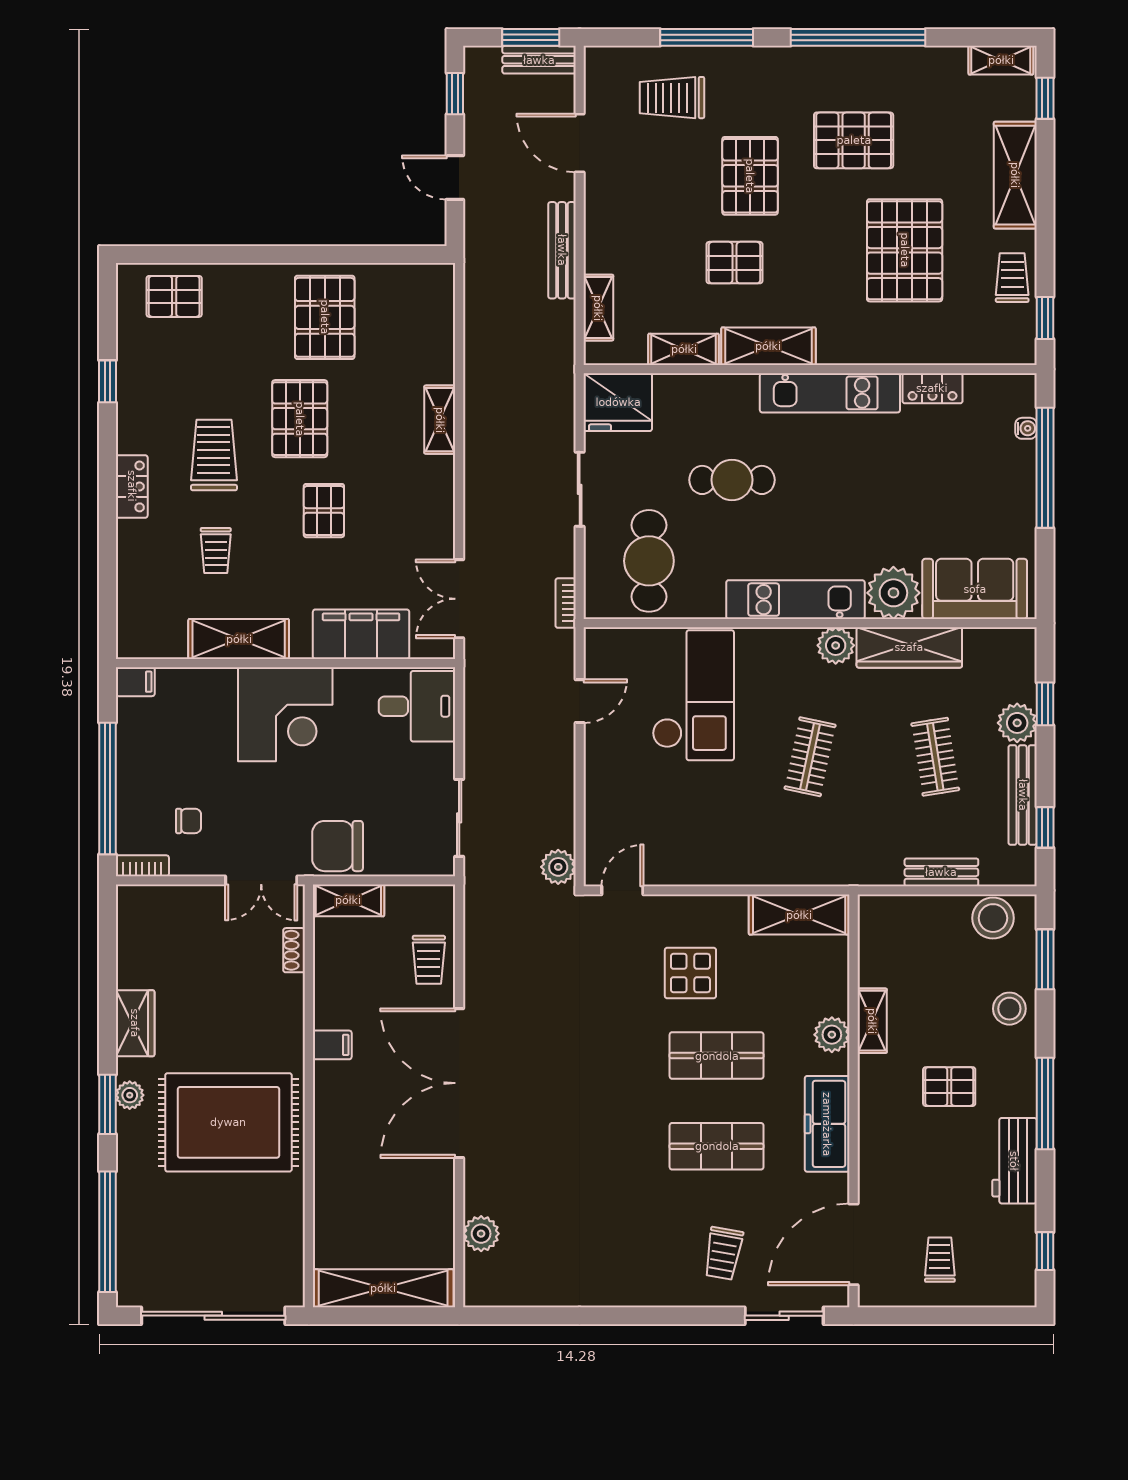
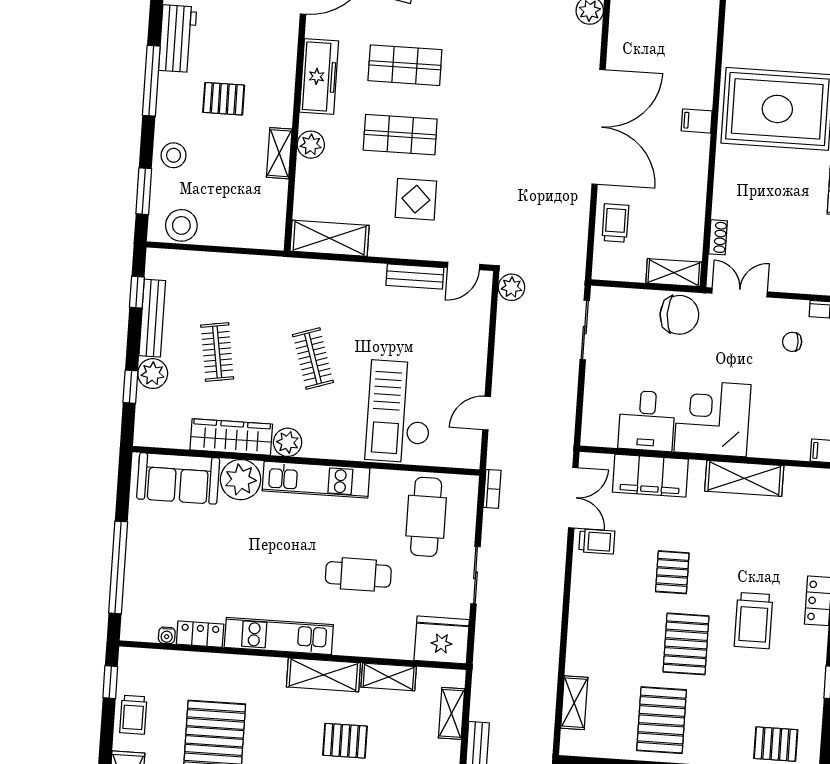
shelving: (440, 420) -> (574, 703), moved
water cooler: (1026, 428) -> (167, 635), moved, turned -90
trolley: (216, 551) -> (597, 541), moved, turned 90
desk: (417, 706) -> (647, 421), moved, turned -90
clothes rail: (810, 757) -> (313, 358), turned -30
bench: (941, 872) -> (415, 277), moved
filing cabinet: (332, 1045) -> (697, 121), moved

